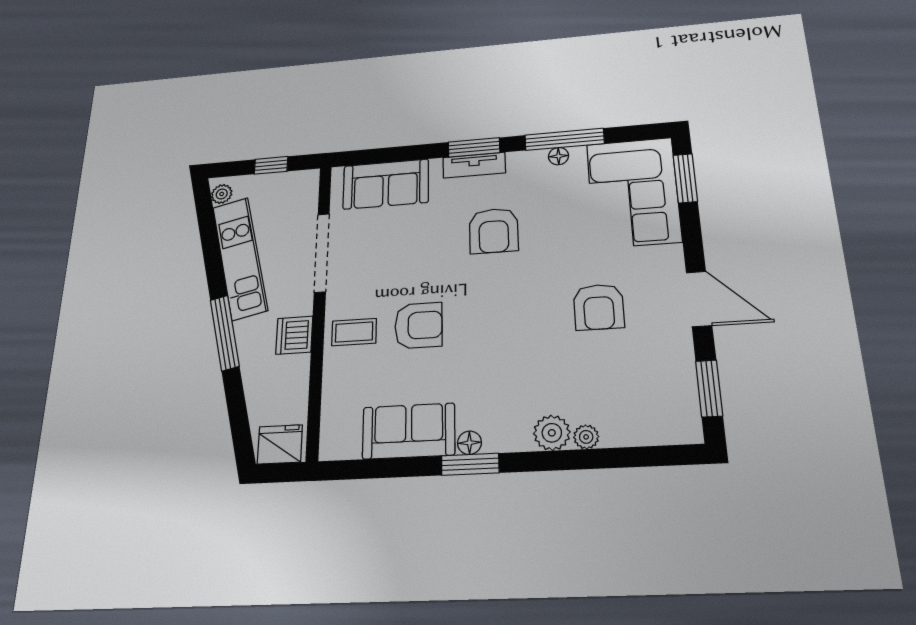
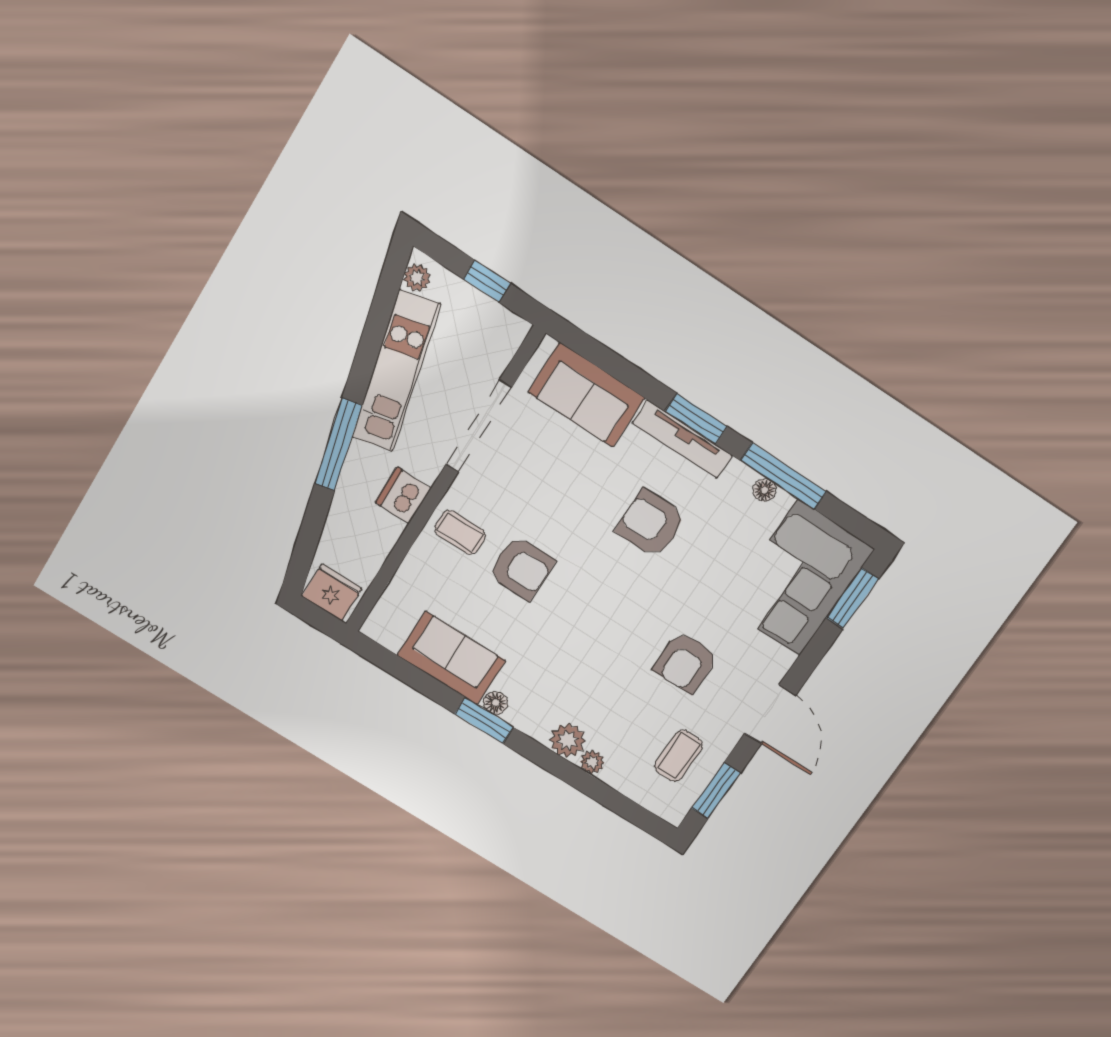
tv unit: (474, 165) -> (682, 439), width x1.41
armchair: (494, 231) -> (651, 523), turned 90
coffee table: (654, 382) -> (679, 756), added

